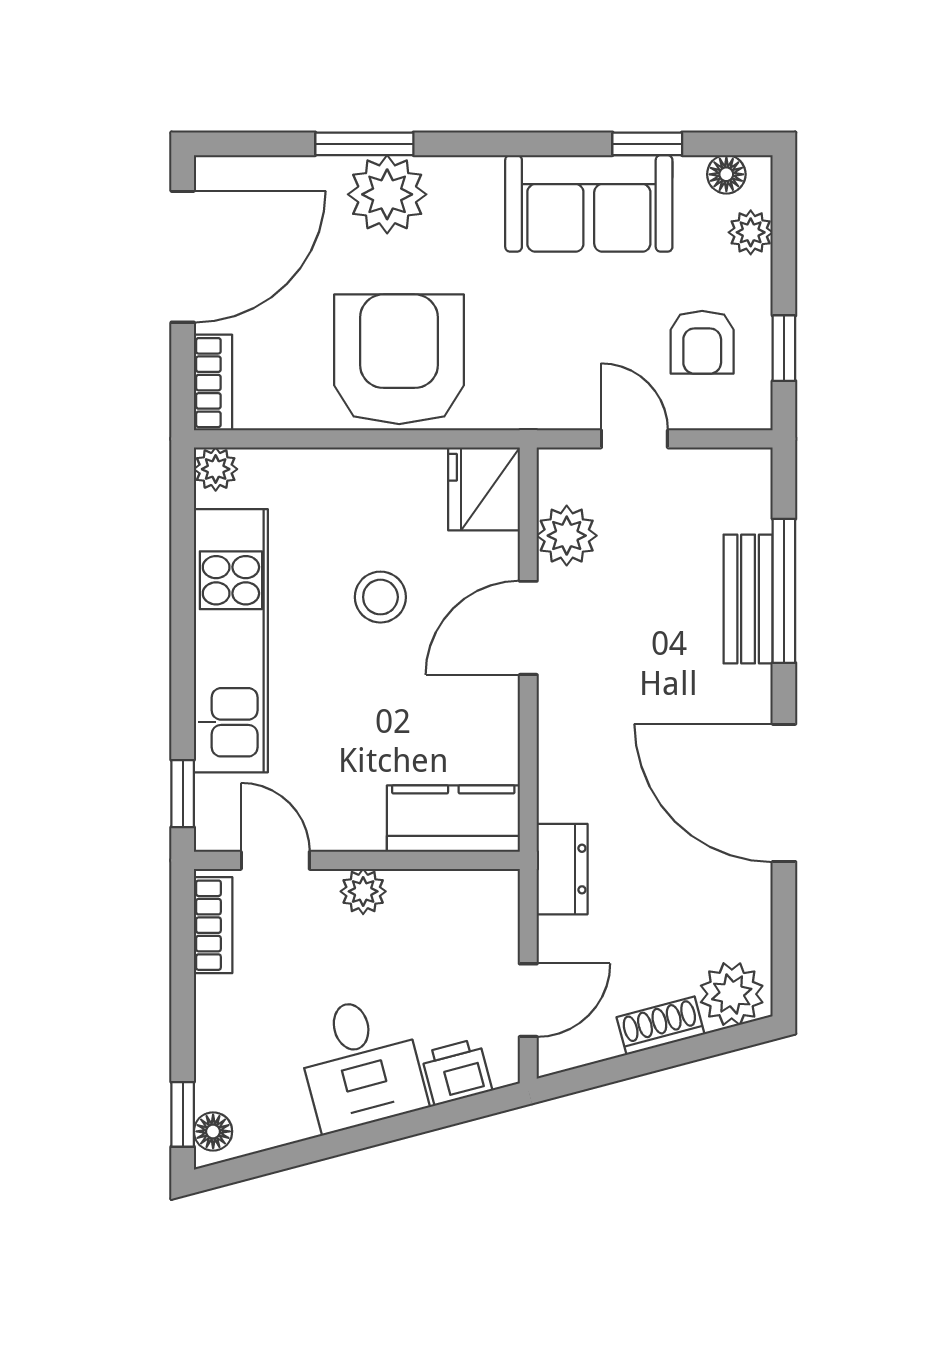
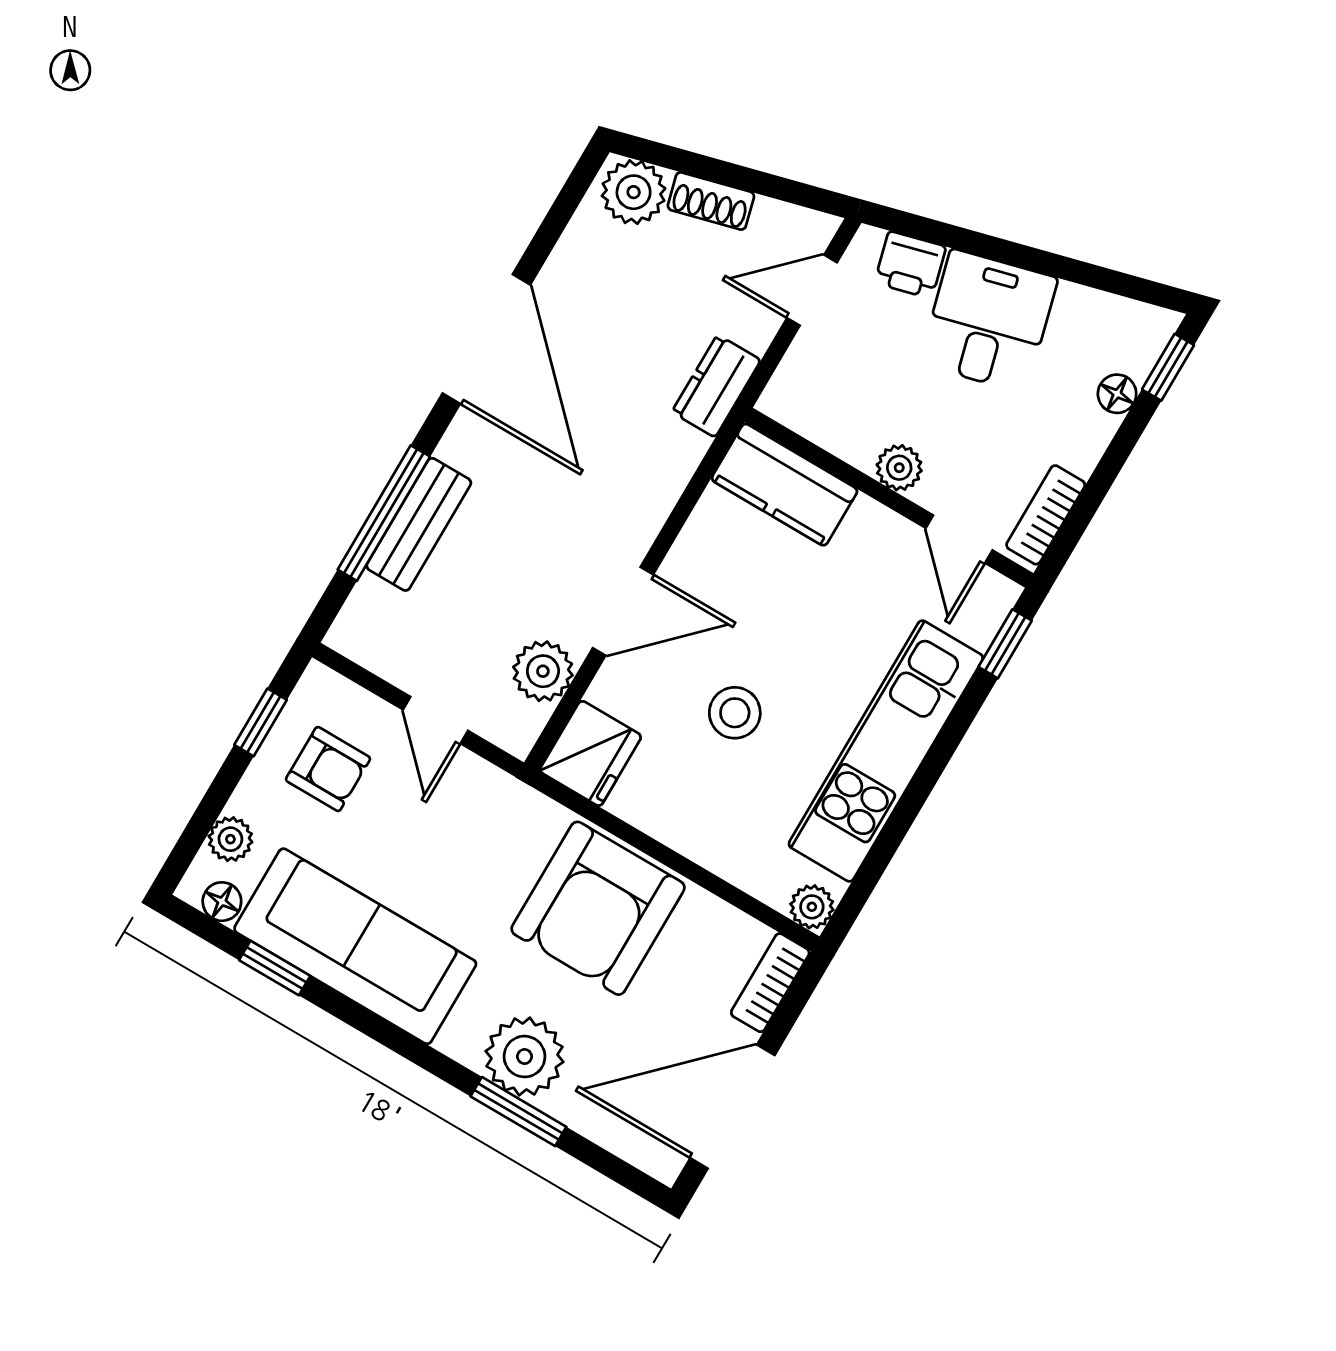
sofa: (589, 203) -> (355, 946), width x1.36
armchair: (702, 342) -> (328, 769), turned 90
floor lamp: (213, 1131) -> (1117, 394), moved

